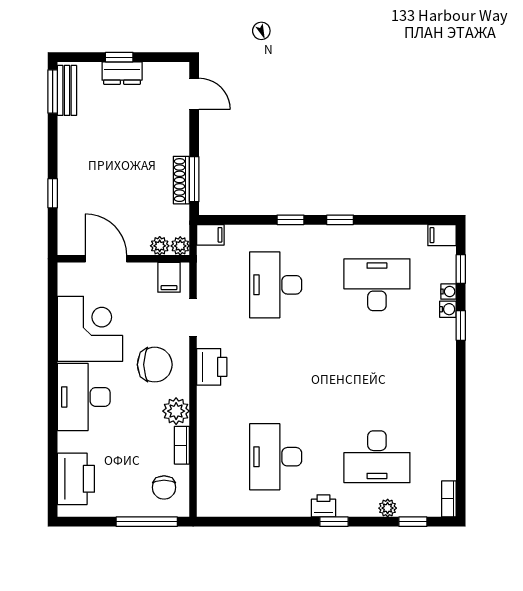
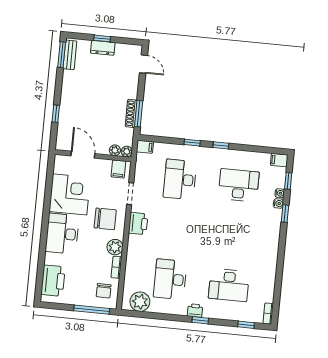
plant: (388, 508) -> (140, 302), moved, width x1.88, depth x1.88

